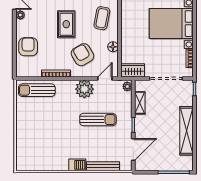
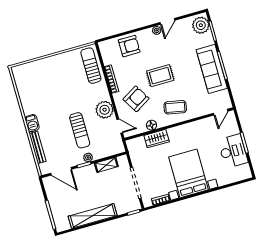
wardrobe: (133, 70) -> (157, 139), moved, turned 90
plant: (127, 86) -> (88, 157), moved

